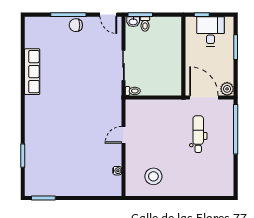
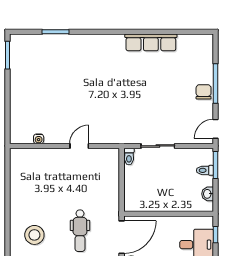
washbasin: (133, 22) -> (208, 194), moved
dental chair: (198, 134) -> (80, 231), turned 90
door: (123, 135) -> (79, 146), hinge flipped
stool: (153, 176) -> (34, 235), moved

